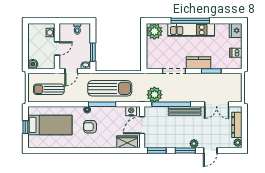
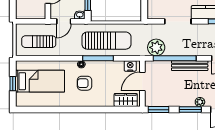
boiler: (33, 64) -> (21, 14), removed

